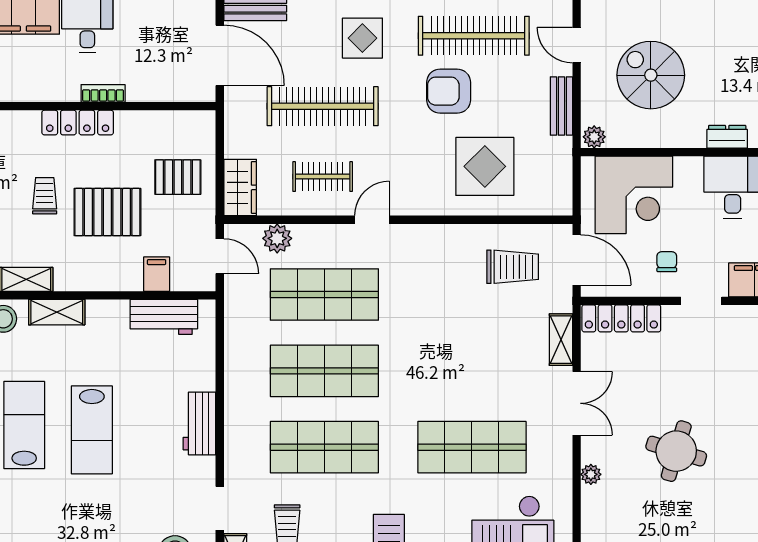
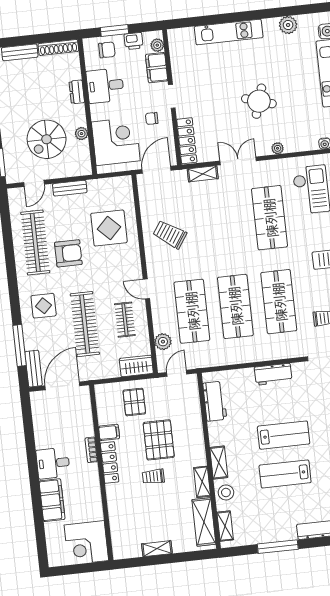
armchair: (449, 91) -> (68, 253), turned -90
plant: (594, 137) -> (81, 134), moved
trolley: (513, 267) -> (170, 234), moved, turned -56
filing cabinet: (157, 274) -> (109, 432), moved, turned 180

